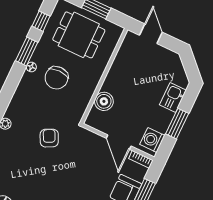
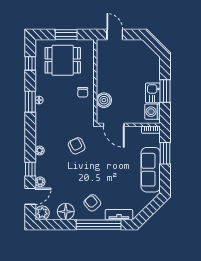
window: (27, 52) -> (30, 102), moved
chair: (57, 78) -> (83, 92), moved, width x0.54, depth x0.54
kitchen sink: (173, 98) -> (153, 93), moved
door: (119, 142) -> (114, 125), moved

